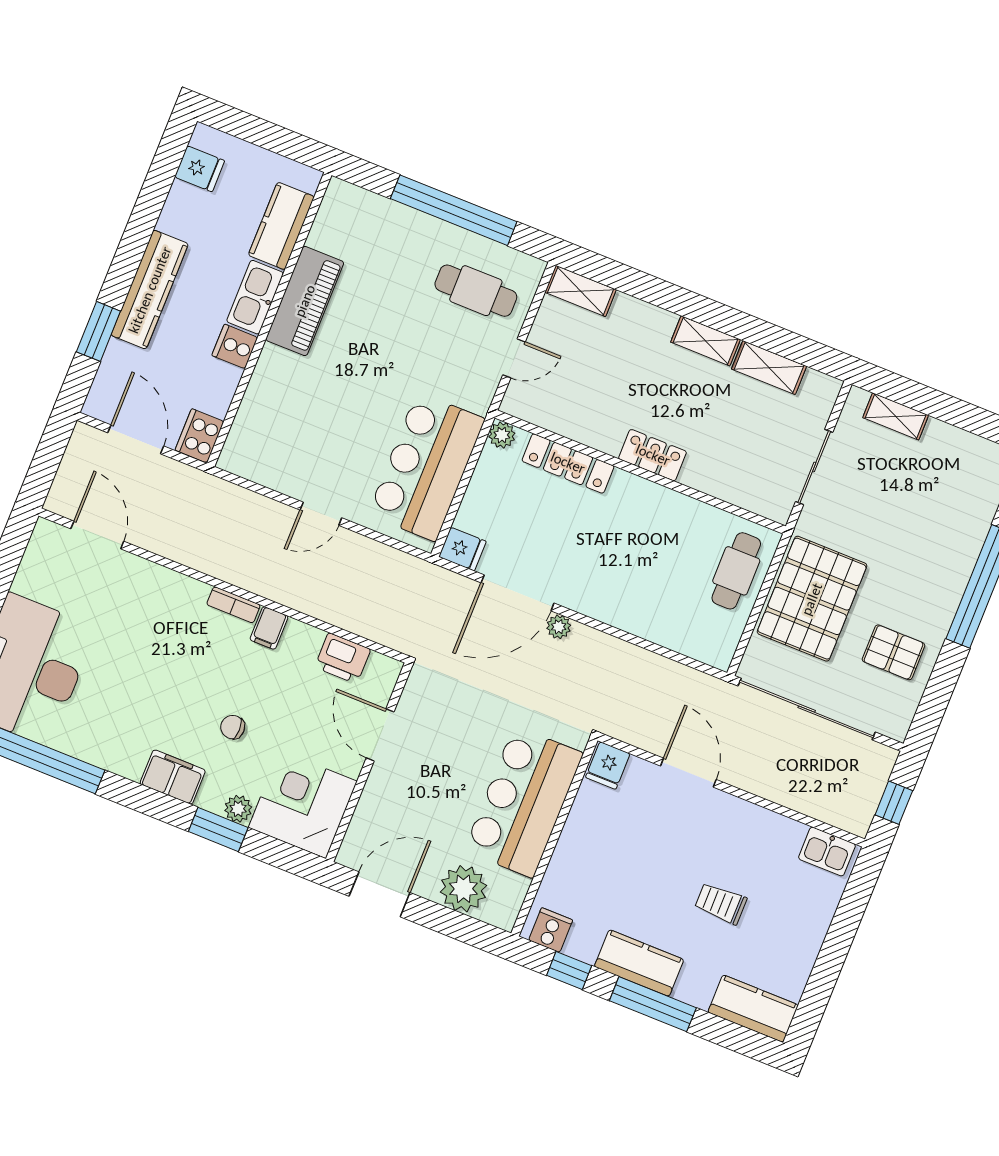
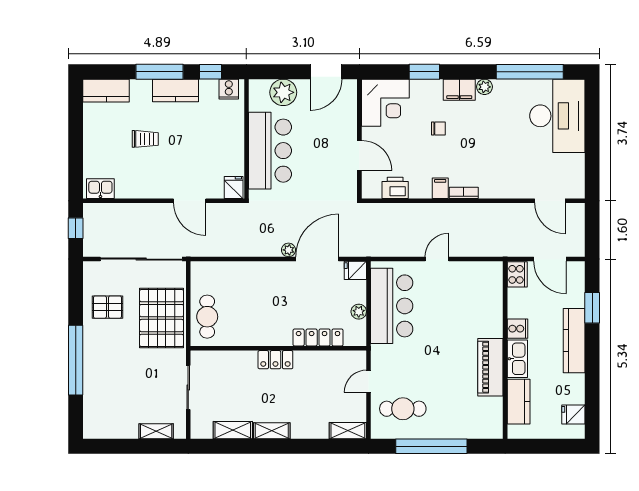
plant: (502, 435) -> (359, 312), moved
plant: (238, 809) -> (484, 87), moved

